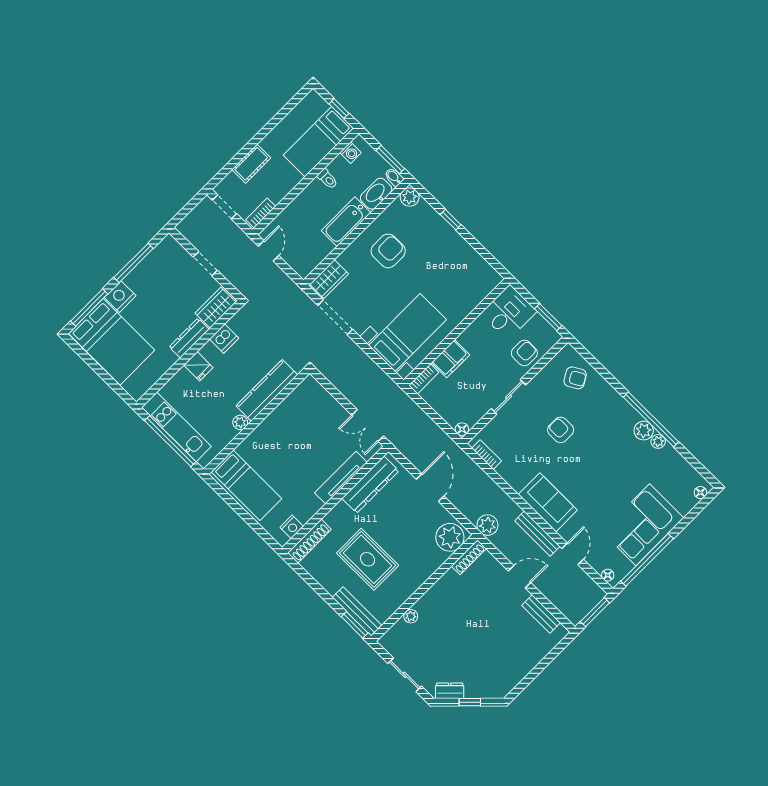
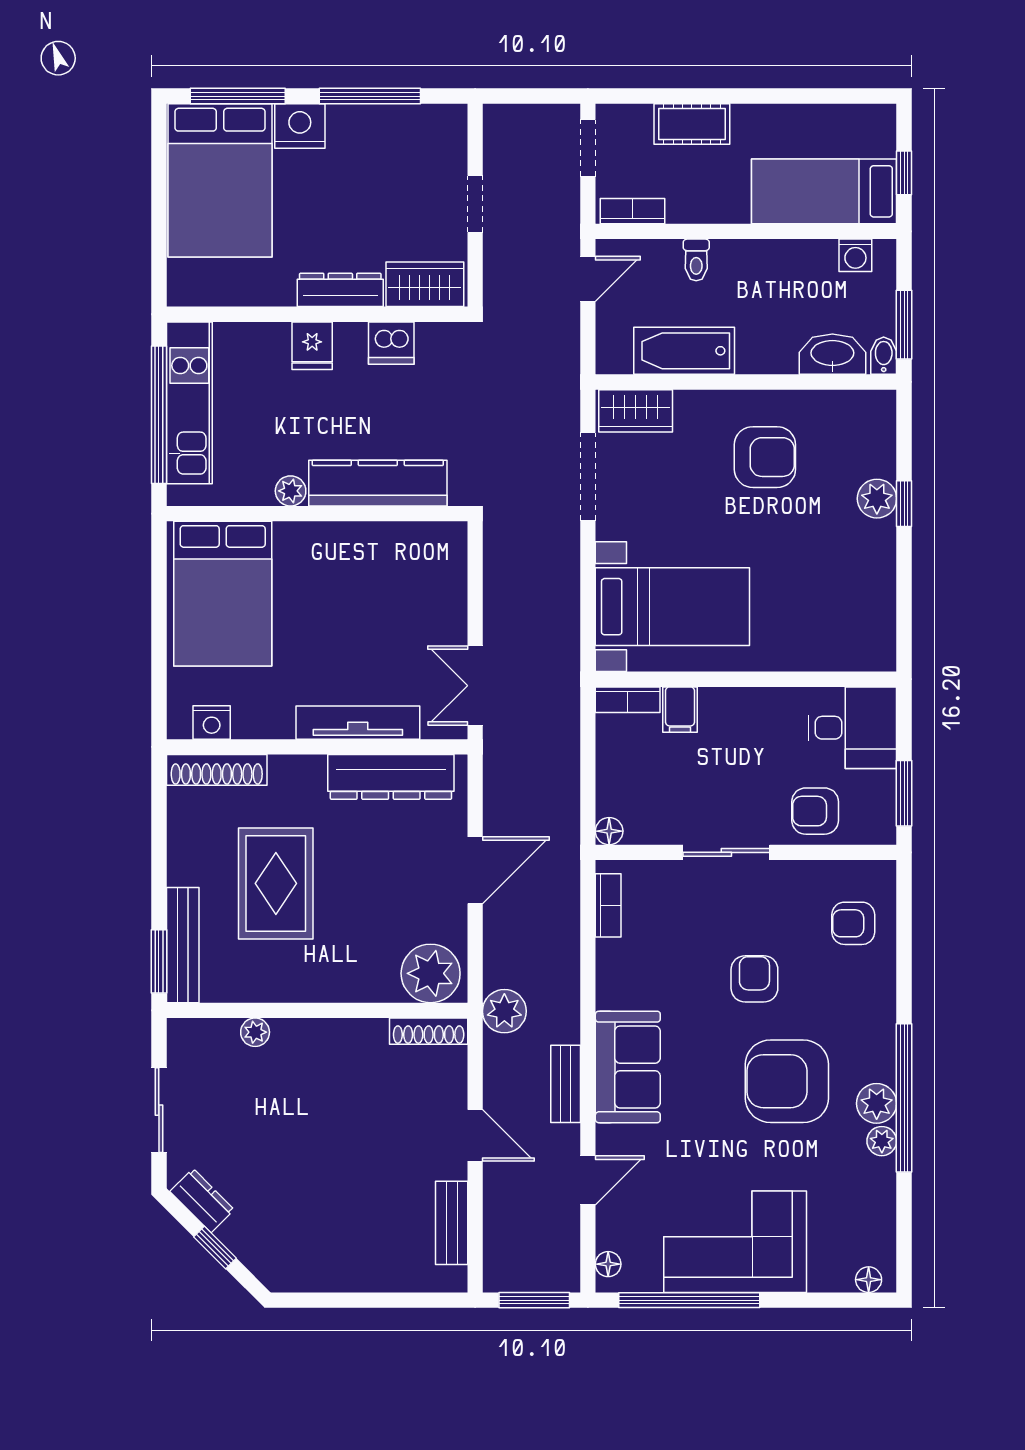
toilet: (327, 179) -> (696, 260), moved
plant: (410, 197) -> (877, 499), moved
bathtub: (346, 222) -> (684, 351), moved
armchair: (524, 353) -> (815, 811), turned 180
filing cabinet: (451, 359) -> (680, 710), width x0.50
armchair: (575, 378) -> (853, 923), turned 120
armchair: (606, 453) -> (787, 1081), added
bed: (246, 485) -> (223, 594), width x1.50
bench: (537, 534) -> (566, 1084), width x0.73

